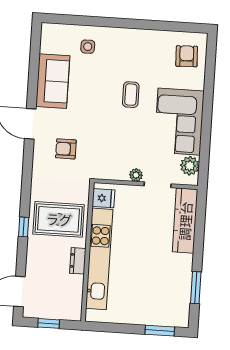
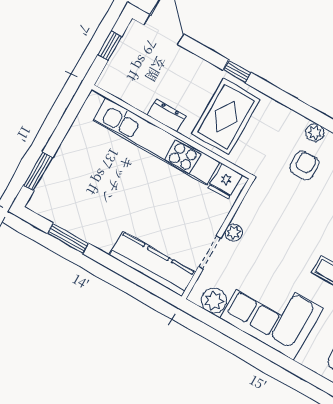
plant: (40, 153) -> (315, 133), added

